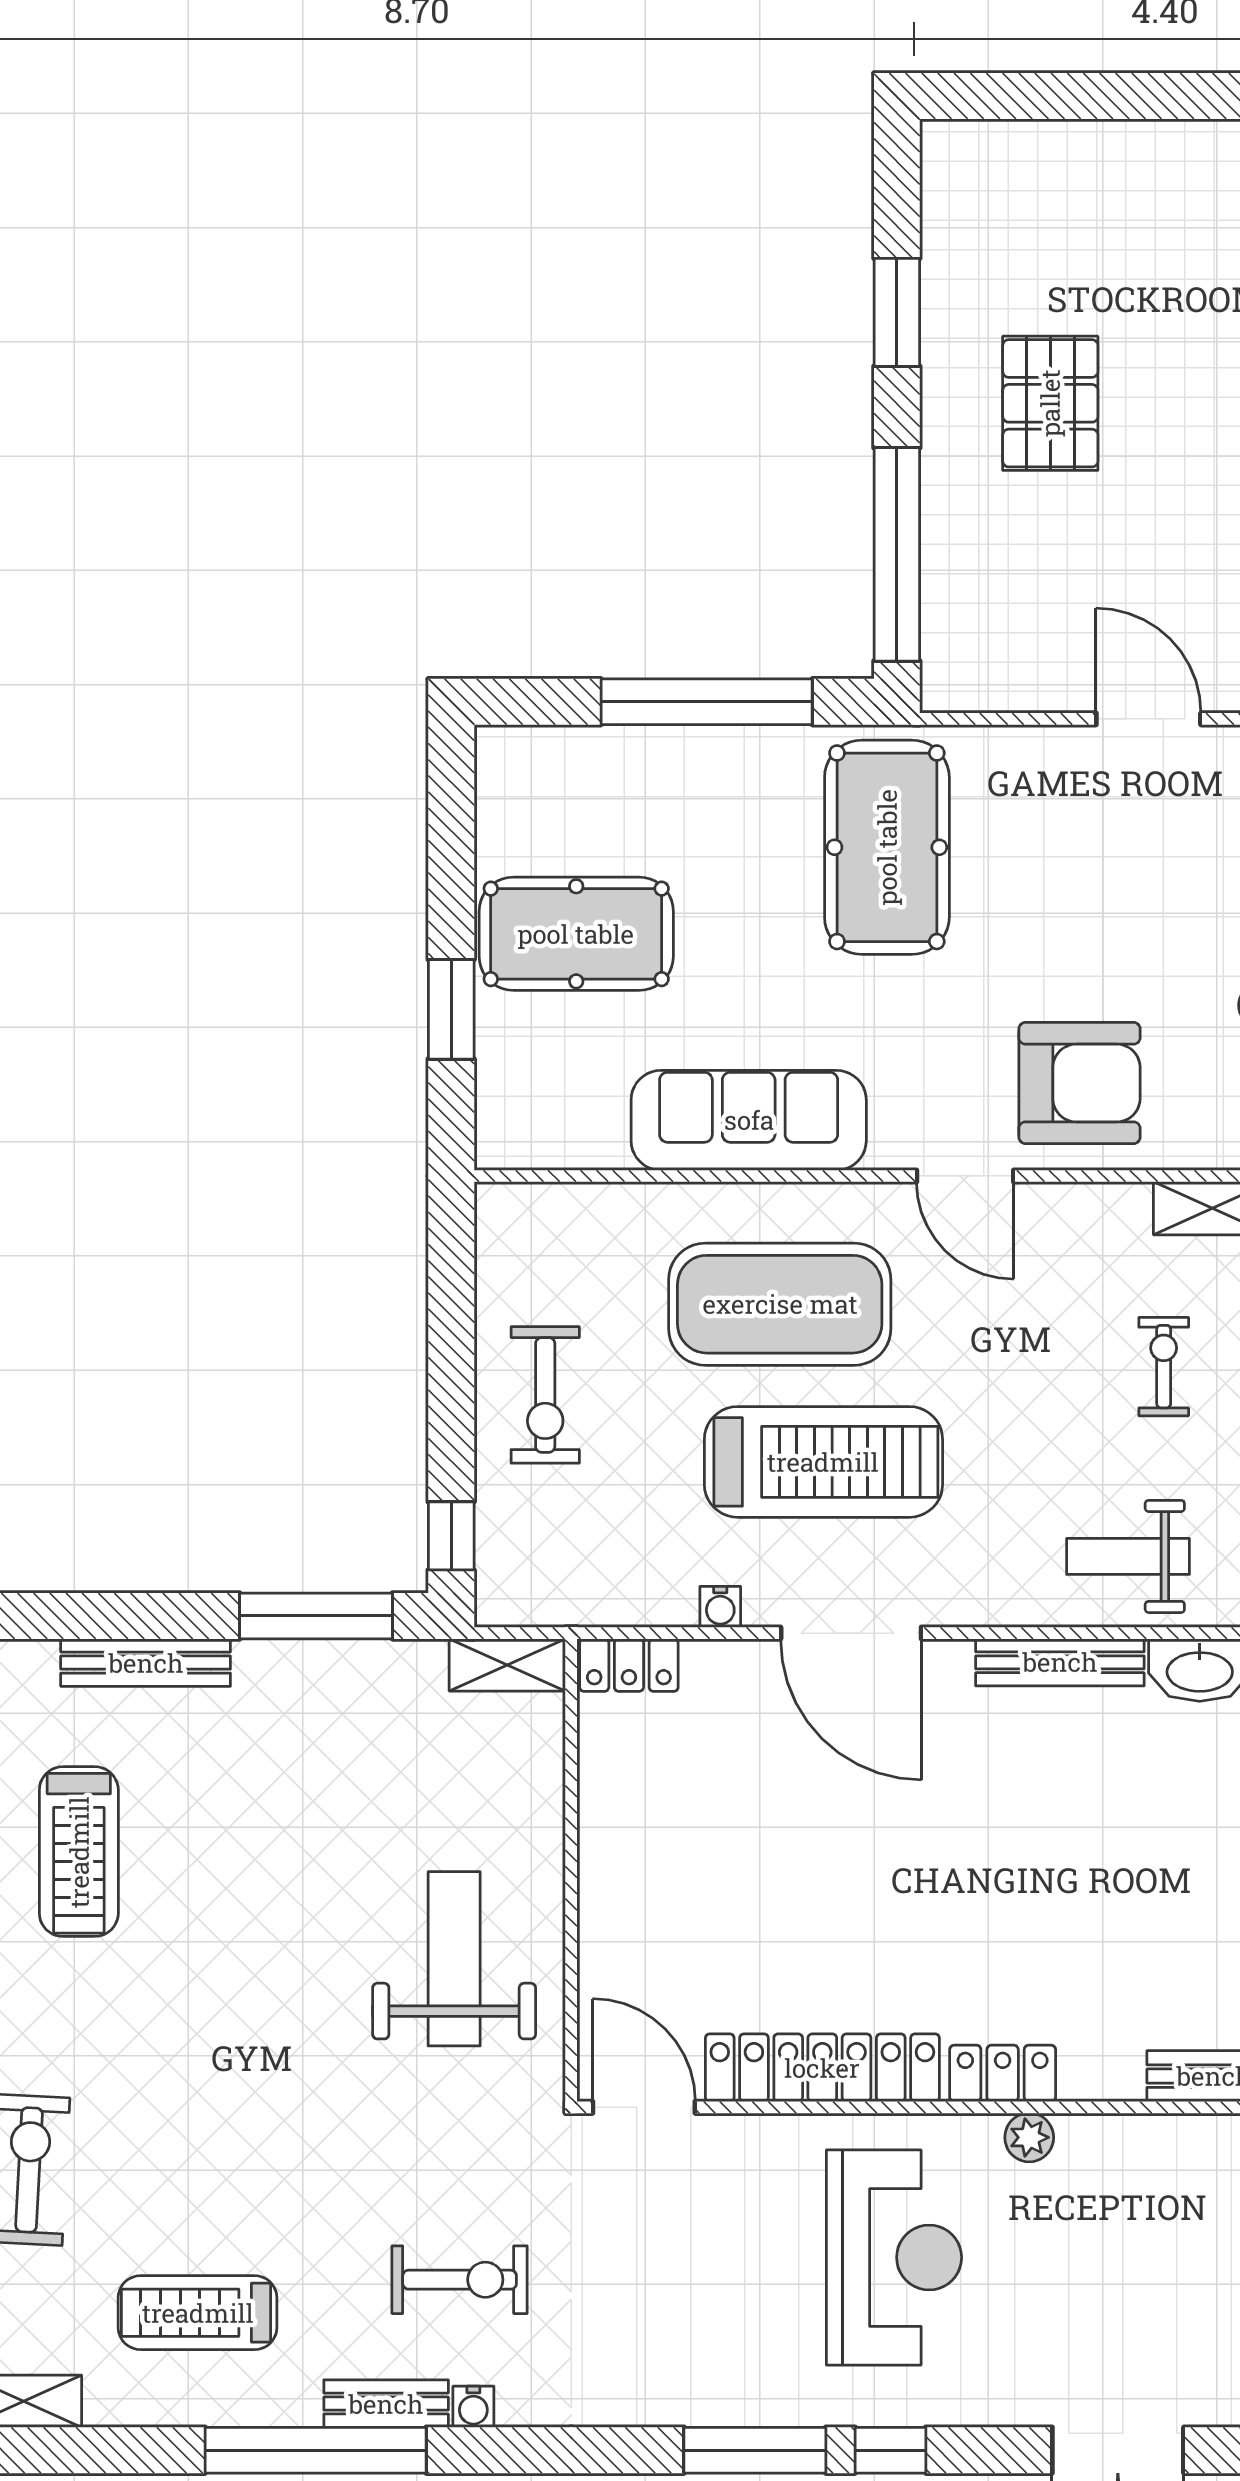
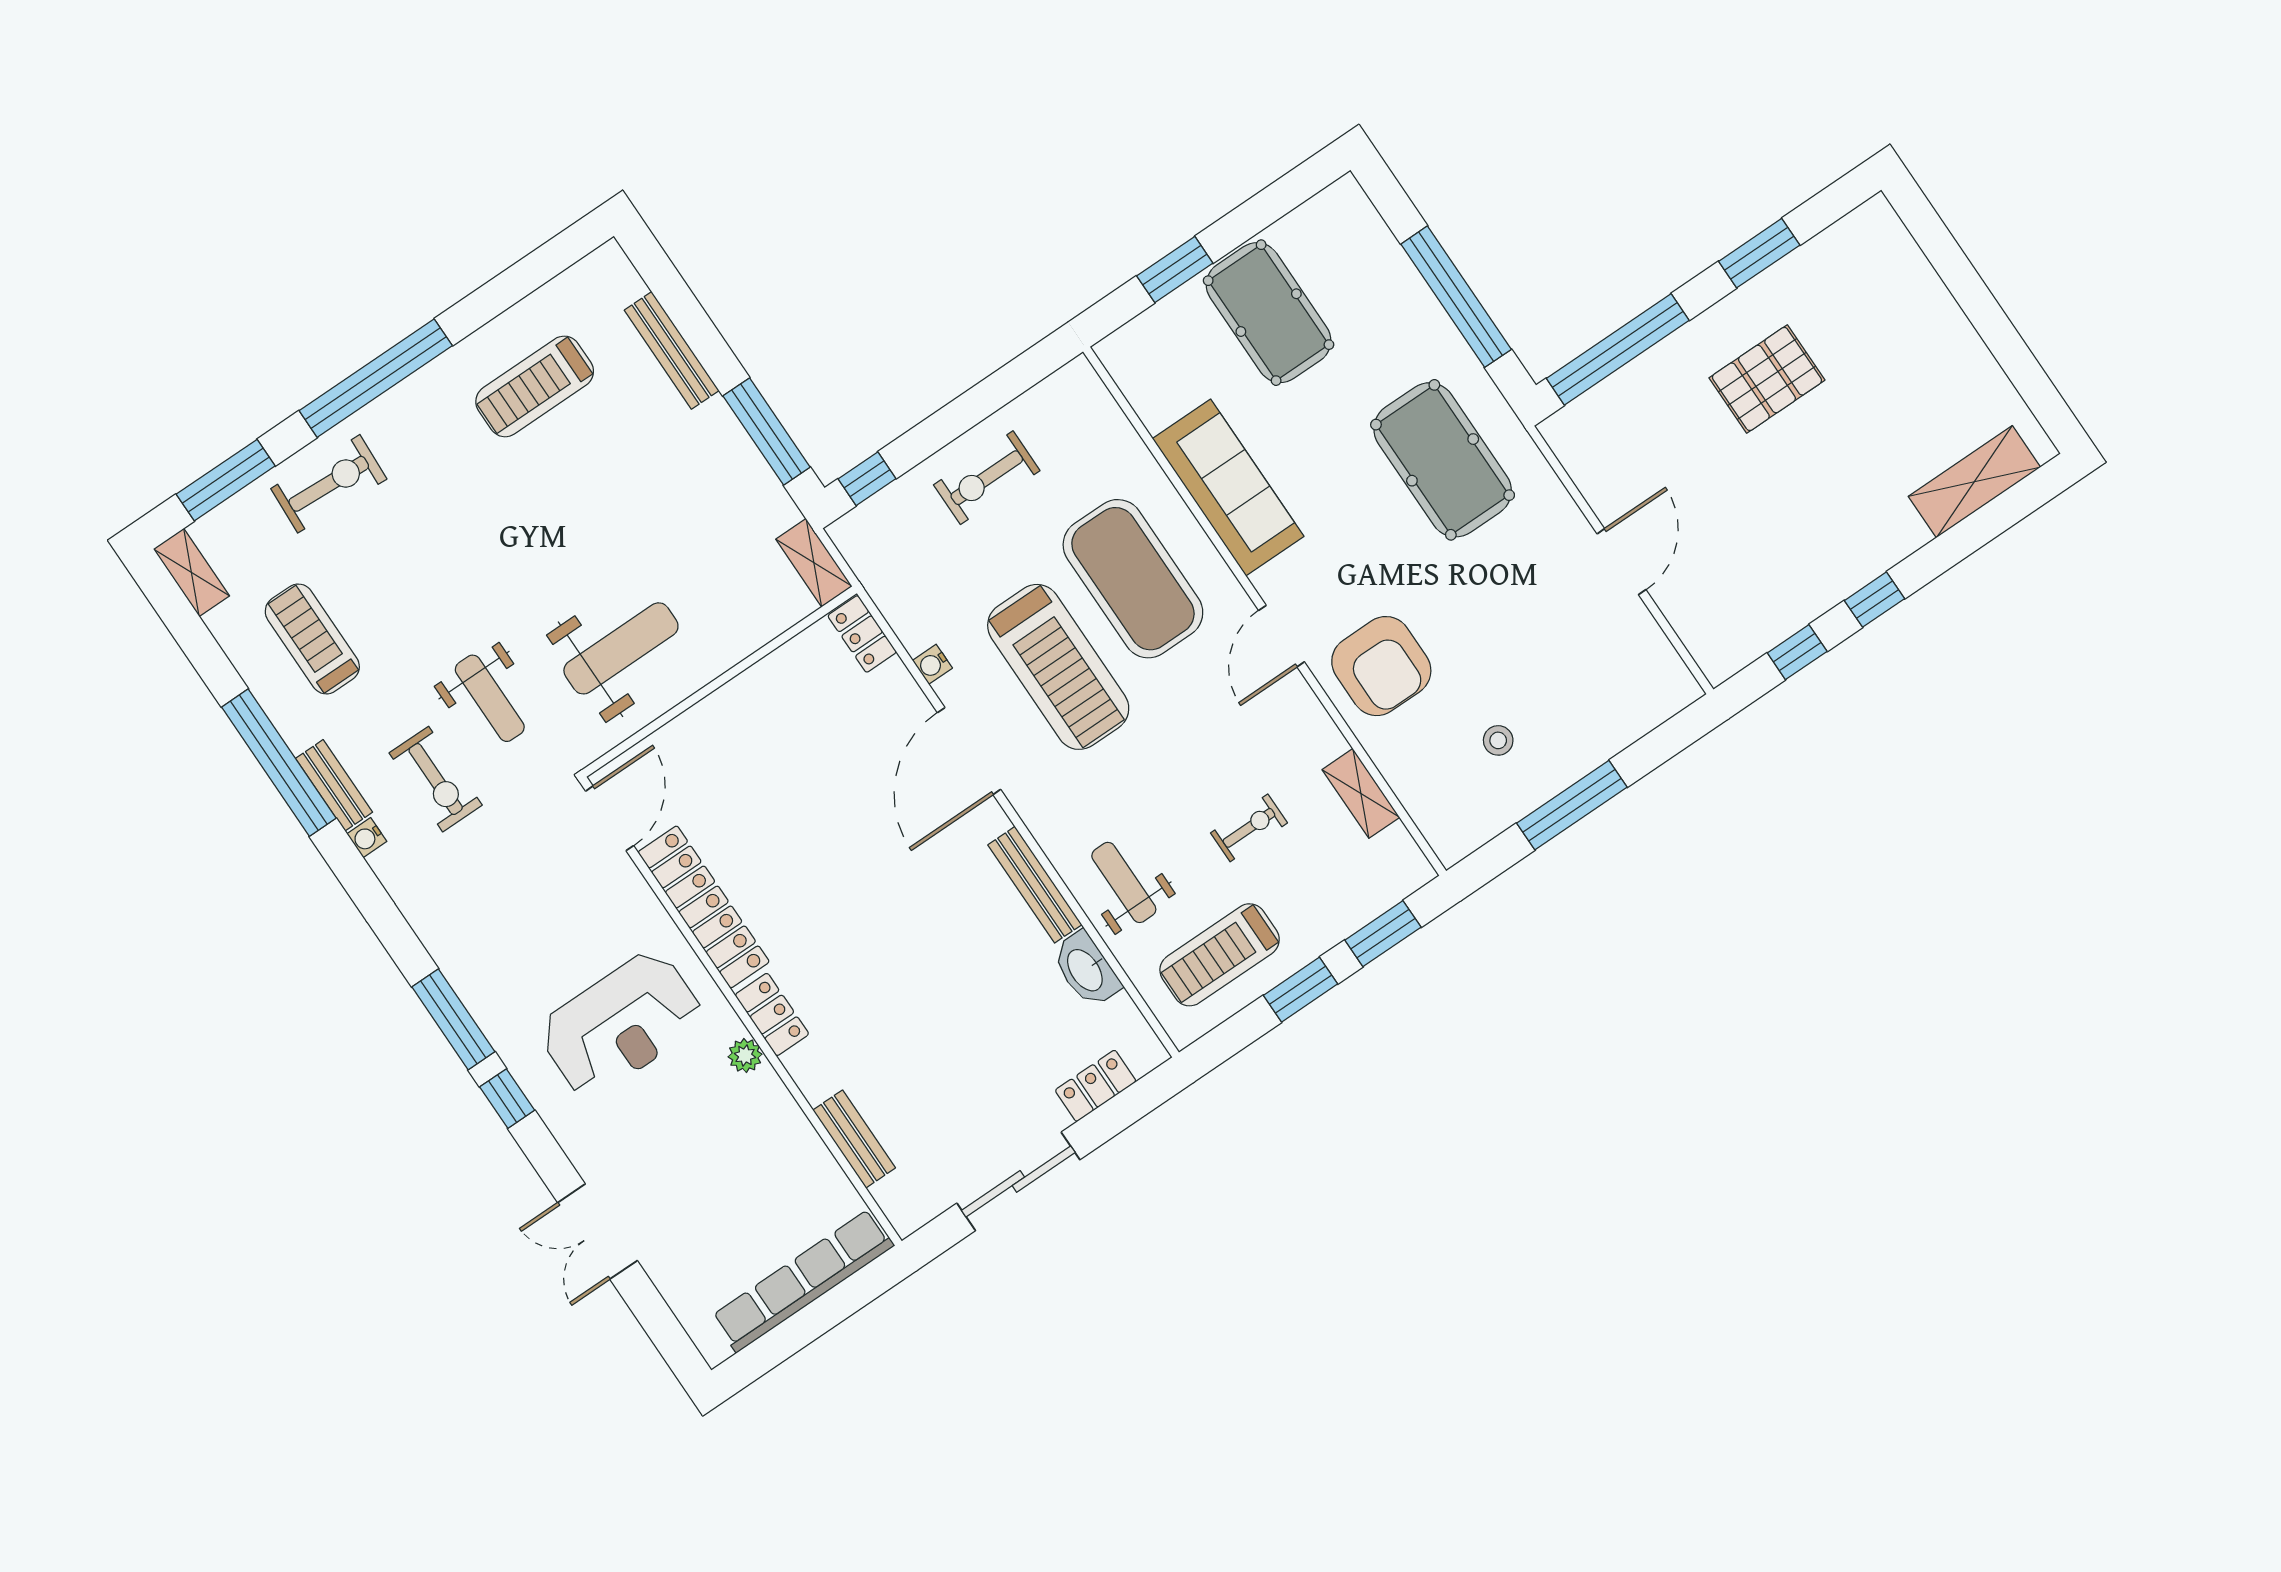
pool table: (887, 847) -> (1443, 460), turned 90
weight bench: (408, 2152) -> (490, 698), added

